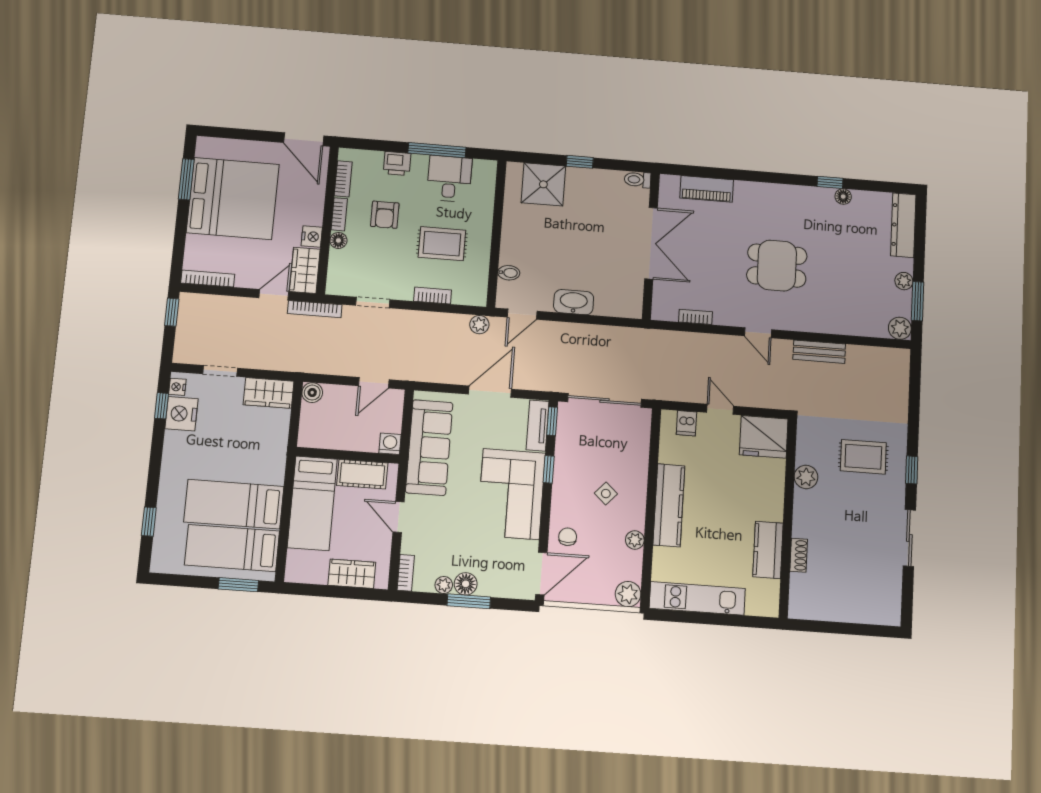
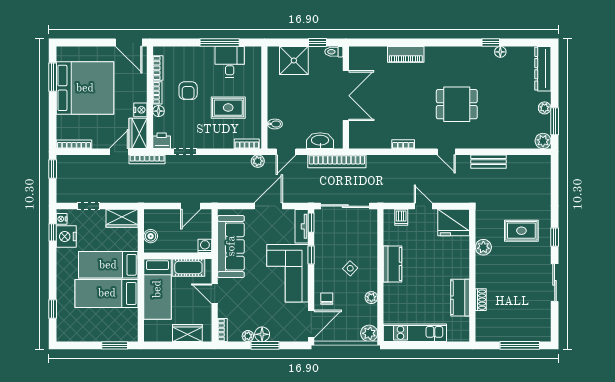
printer: (397, 164) -> (162, 141), moved, turned 180
toilet: (638, 180) -> (334, 52), moved
double door: (651, 243) -> (346, 96), moved
wall: (651, 246) -> (346, 98), moved
bookcase: (433, 296) -> (247, 144), moved
bookcase: (597, 334) -> (337, 161), added
boiler: (312, 393) -> (151, 236), moved
kitchen counter: (669, 505) -> (393, 264), width x0.67
bed: (232, 548) -> (108, 265), moved
window: (854, 629) -> (520, 345), added

